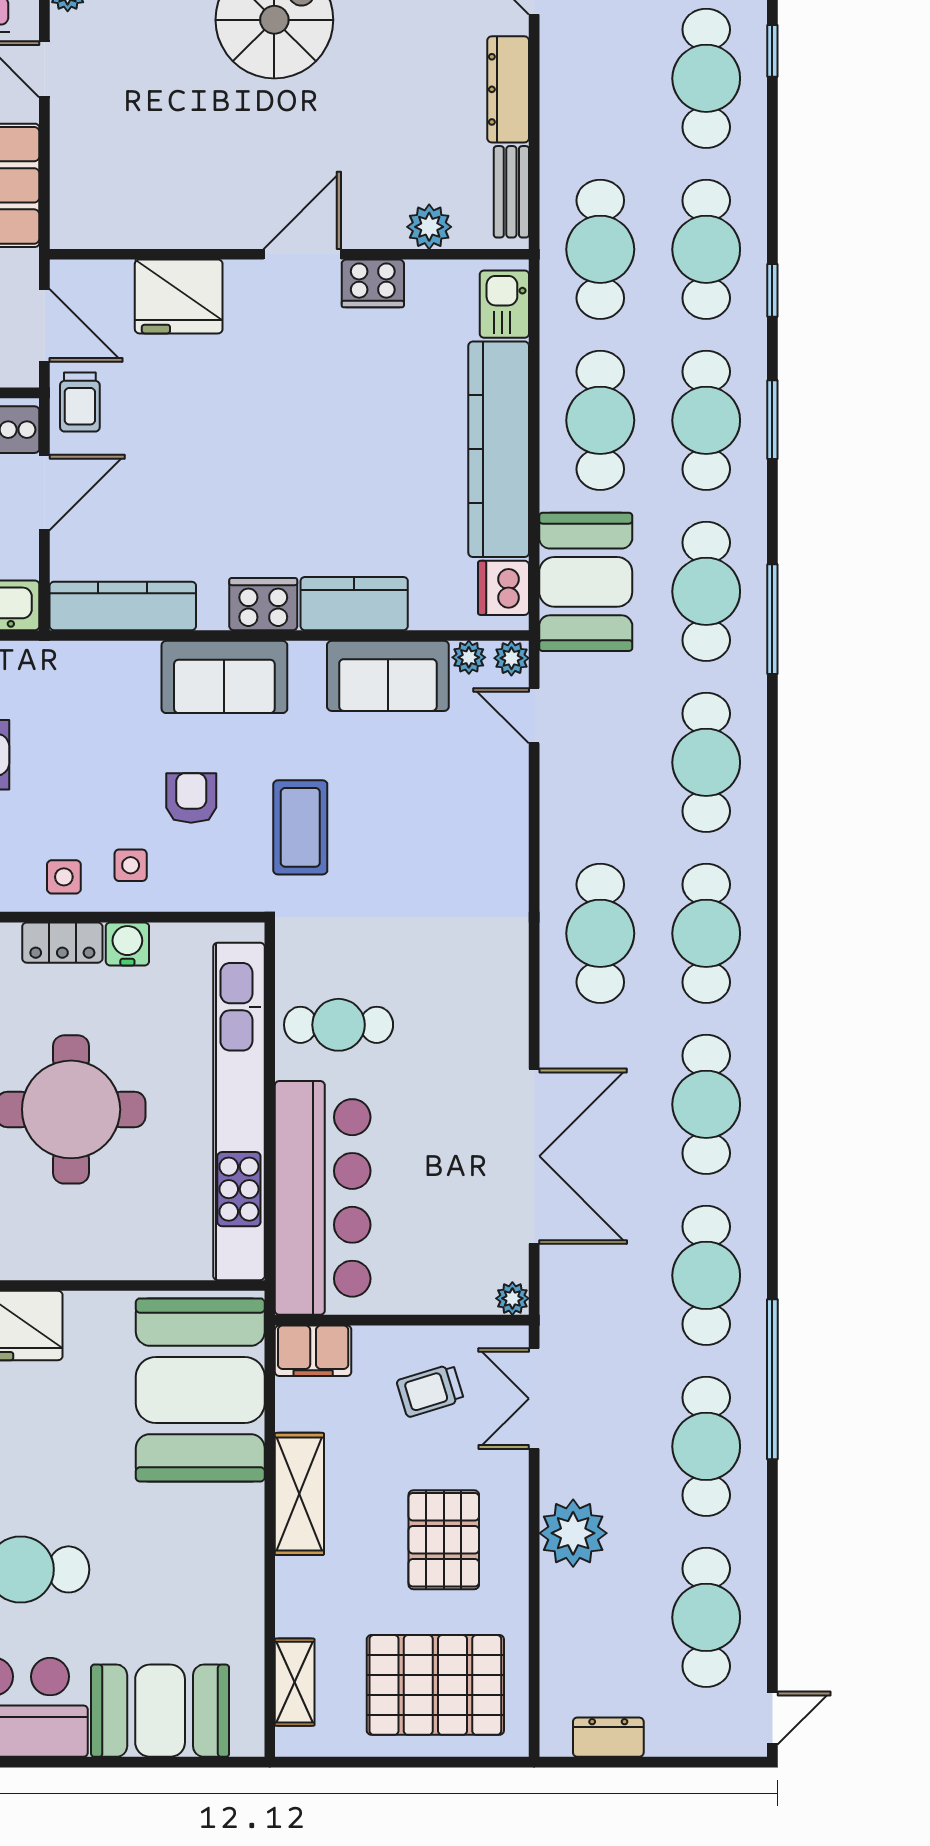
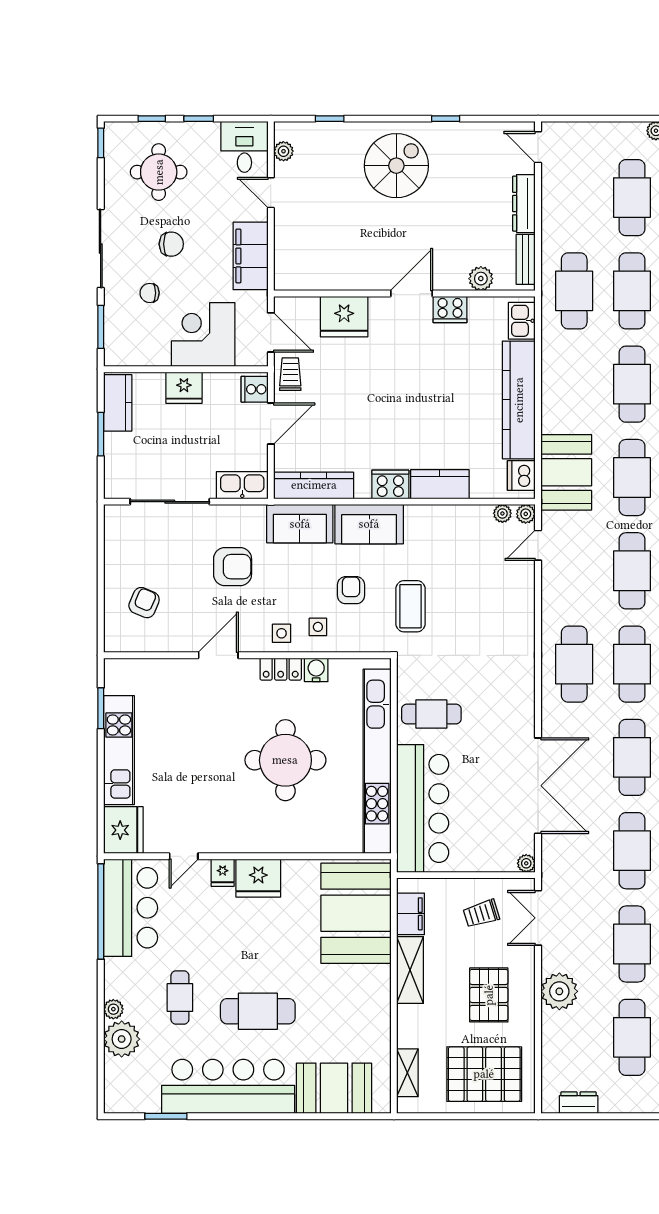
trolley: (80, 402) -> (290, 374), turned 180
cafe table: (600, 420) -> (574, 384), removed
sofa: (388, 676) -> (300, 524), moved
door: (534, 716) -> (538, 545), hinge flipped
filing cabinet: (313, 1351) -> (411, 914), moved, turned -90

